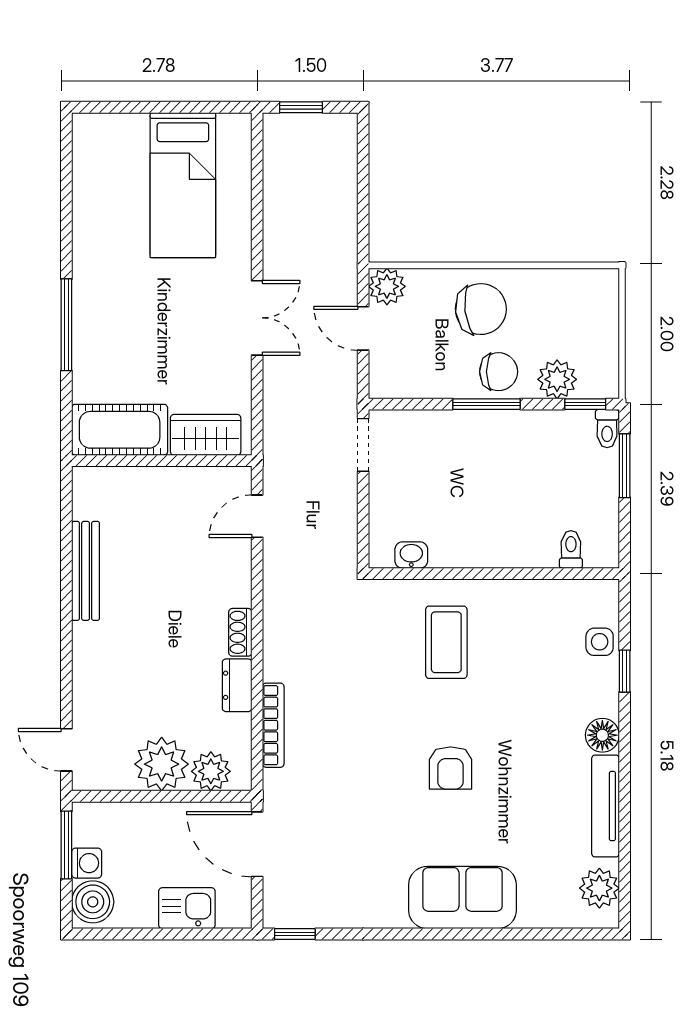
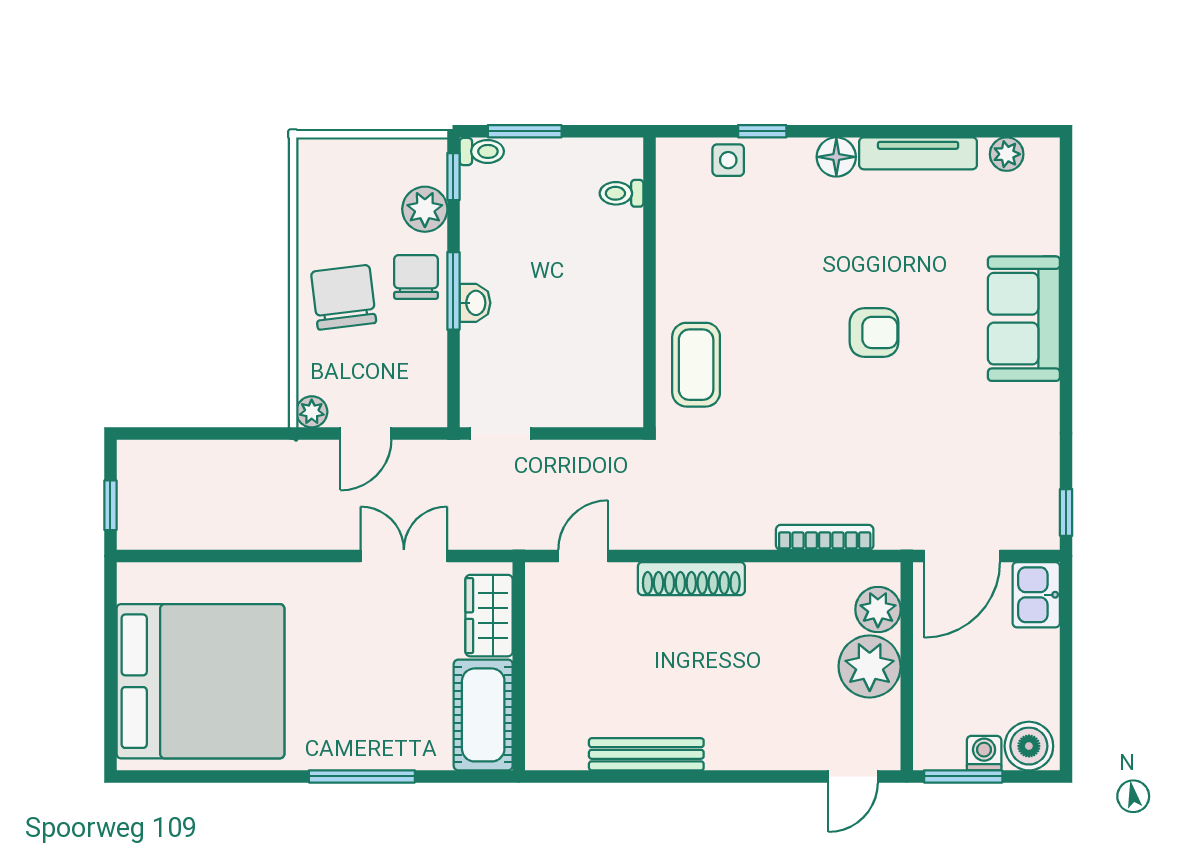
bed: (183, 185) -> (200, 681), width x2.04
plant: (387, 286) -> (312, 412), width x0.73, depth x0.73
double door: (257, 318) -> (404, 556), moved
door: (257, 516) -> (583, 556), swing flipped
washbasin: (411, 555) -> (475, 303), moved, turned 180
shoe rack: (240, 632) -> (691, 579), width x1.94, depth x1.24
coffee table: (446, 642) -> (696, 365), moved, turned 90
dresser: (237, 685) -> (779, 579), removed
plant: (599, 888) -> (1007, 154), width x0.73, depth x0.73
kitchen sink: (187, 908) -> (1036, 595), moved

